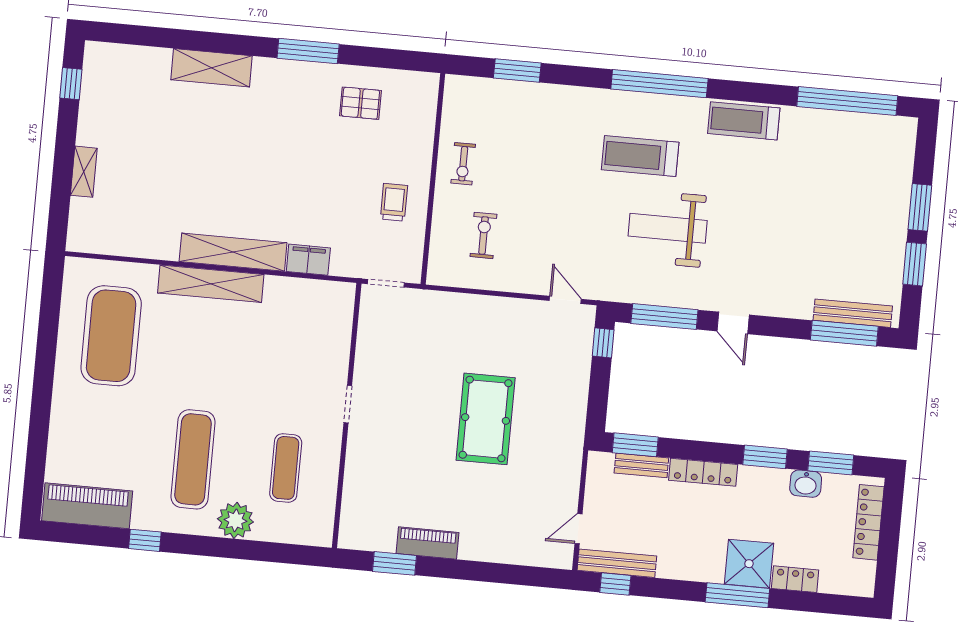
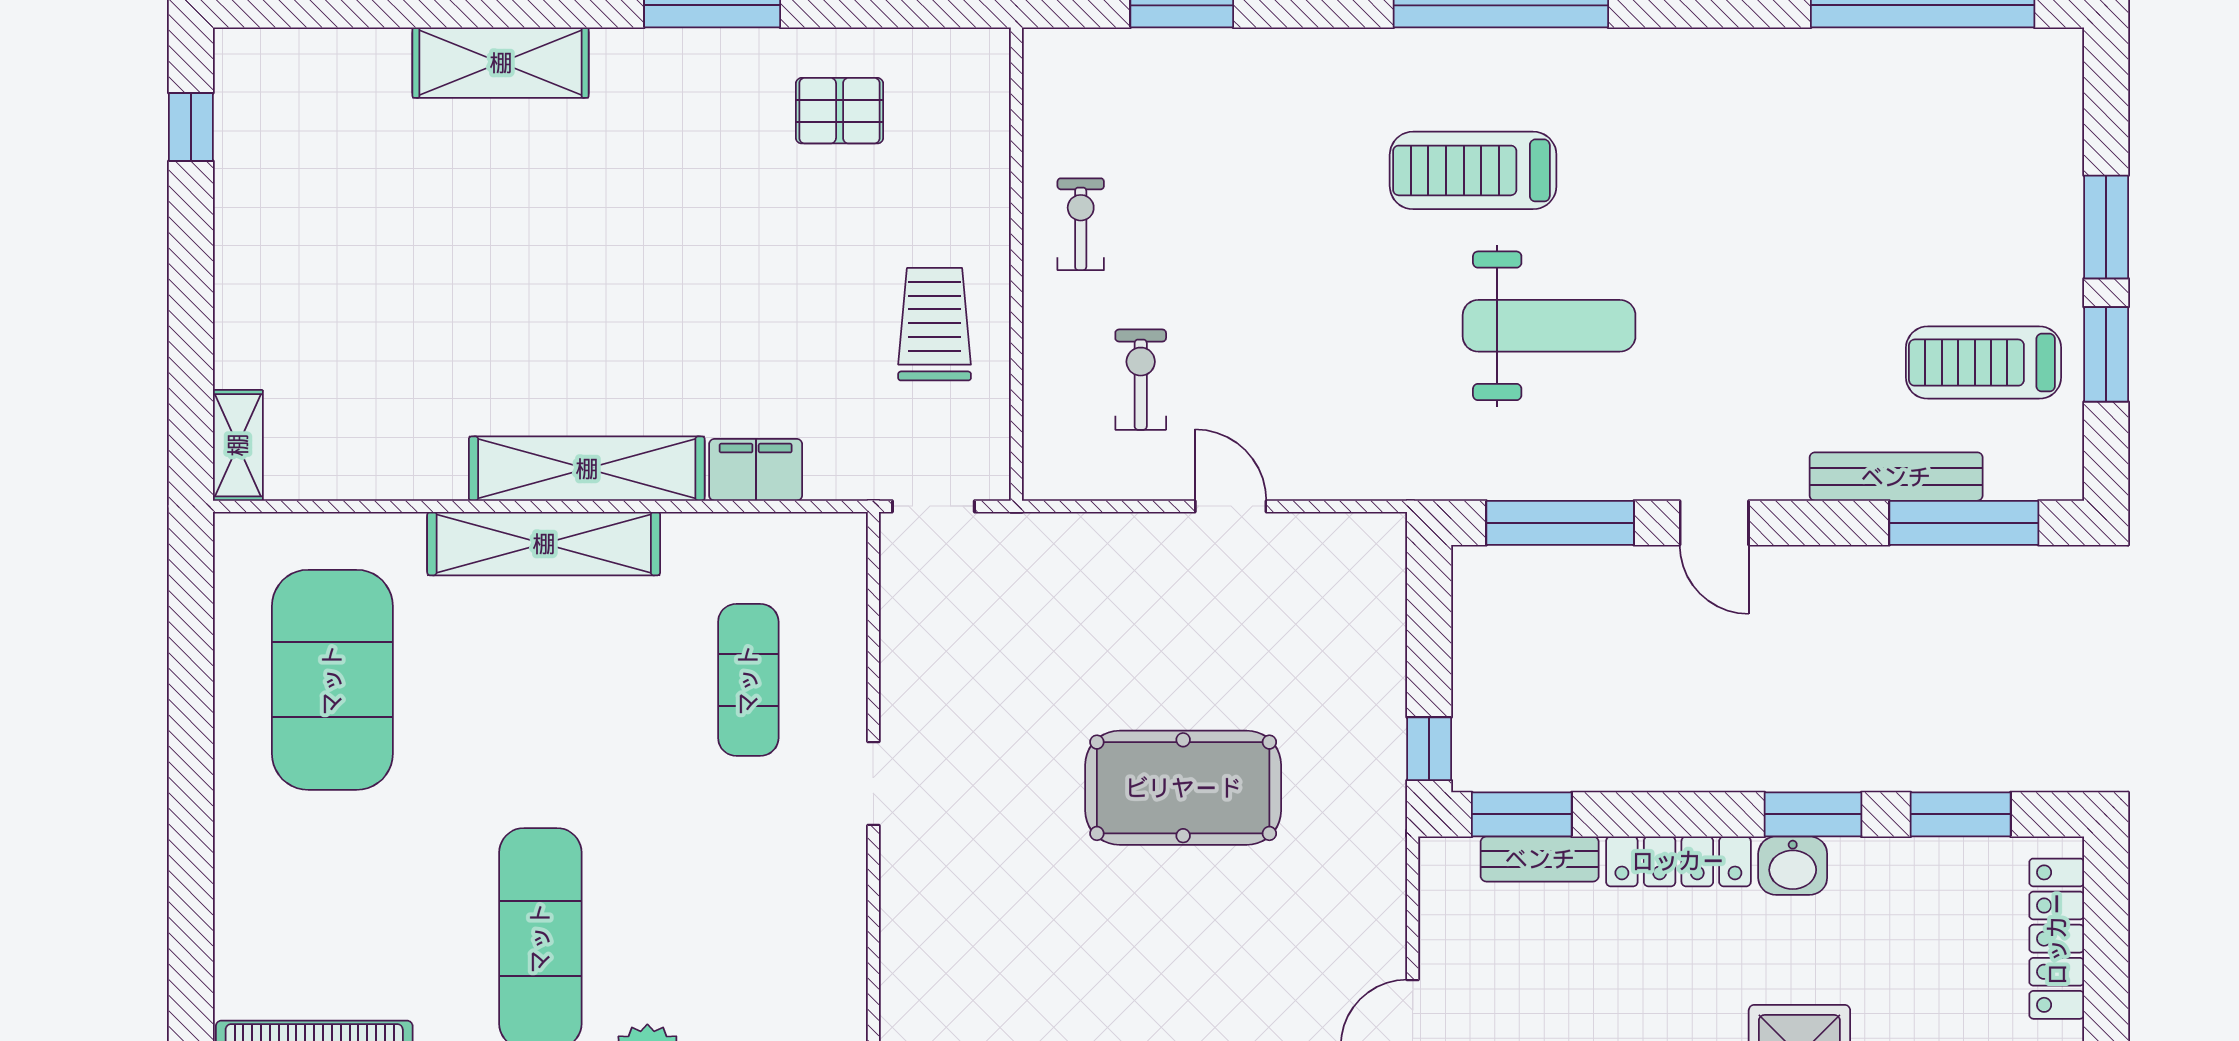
treadmill: (744, 121) -> (1984, 363), moved
exercise bike: (463, 164) -> (1081, 224), turned 180
shelving: (84, 172) -> (238, 445), moved
trolley: (394, 202) -> (935, 324), width x1.36, depth x1.39
weight bench: (668, 228) -> (1549, 326), turned 180
door: (565, 300) -> (1231, 506), moved
bench: (853, 313) -> (1896, 477), moved
window: (603, 343) -> (1429, 749), moved
pool table: (486, 419) -> (1183, 788), turned 90
exercise mat: (286, 468) -> (748, 680), moved
washbasin: (806, 484) -> (1793, 866), moved

